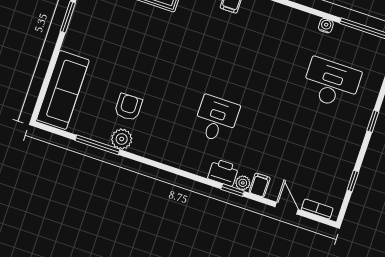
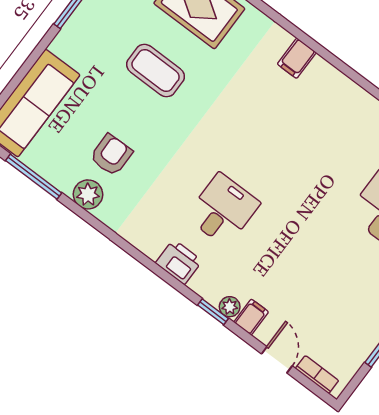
coffee table: (139, 40) -> (156, 71), added
window: (98, 145) -> (34, 177), moved
printer: (223, 172) -> (179, 262), moved

